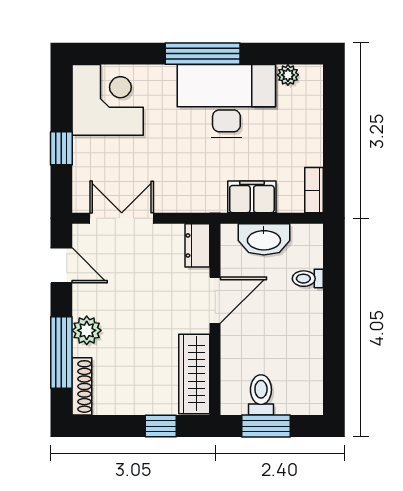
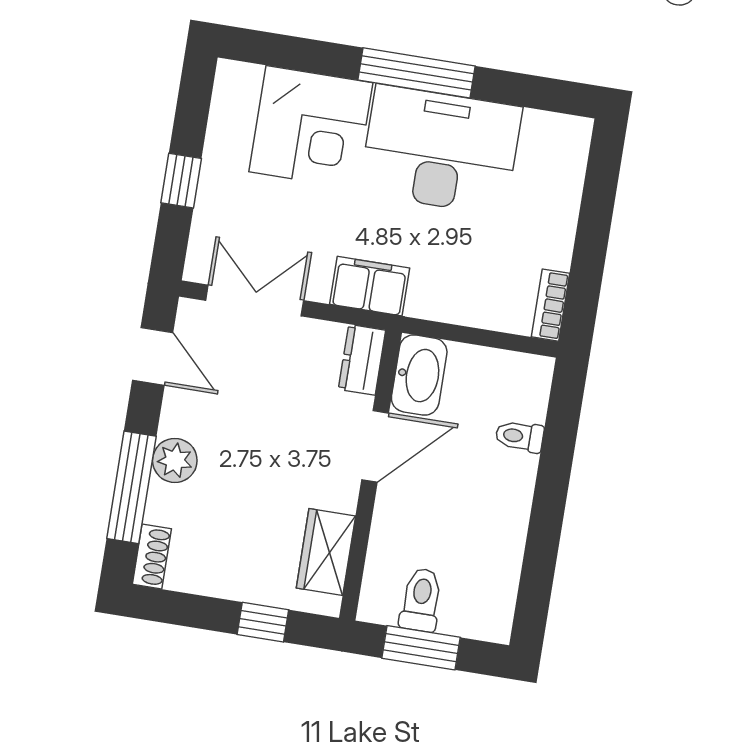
plant: (288, 75) -> (539, 126), removed
corner desk: (108, 100) -> (311, 127), moved, turned 90
filing cabinet: (252, 197) -> (370, 286), moved
washbasin: (264, 239) -> (419, 375), moved, turned -90
wardrobe: (194, 374) -> (326, 552), width x0.67
shoe rack: (82, 386) -> (152, 557), width x0.70

